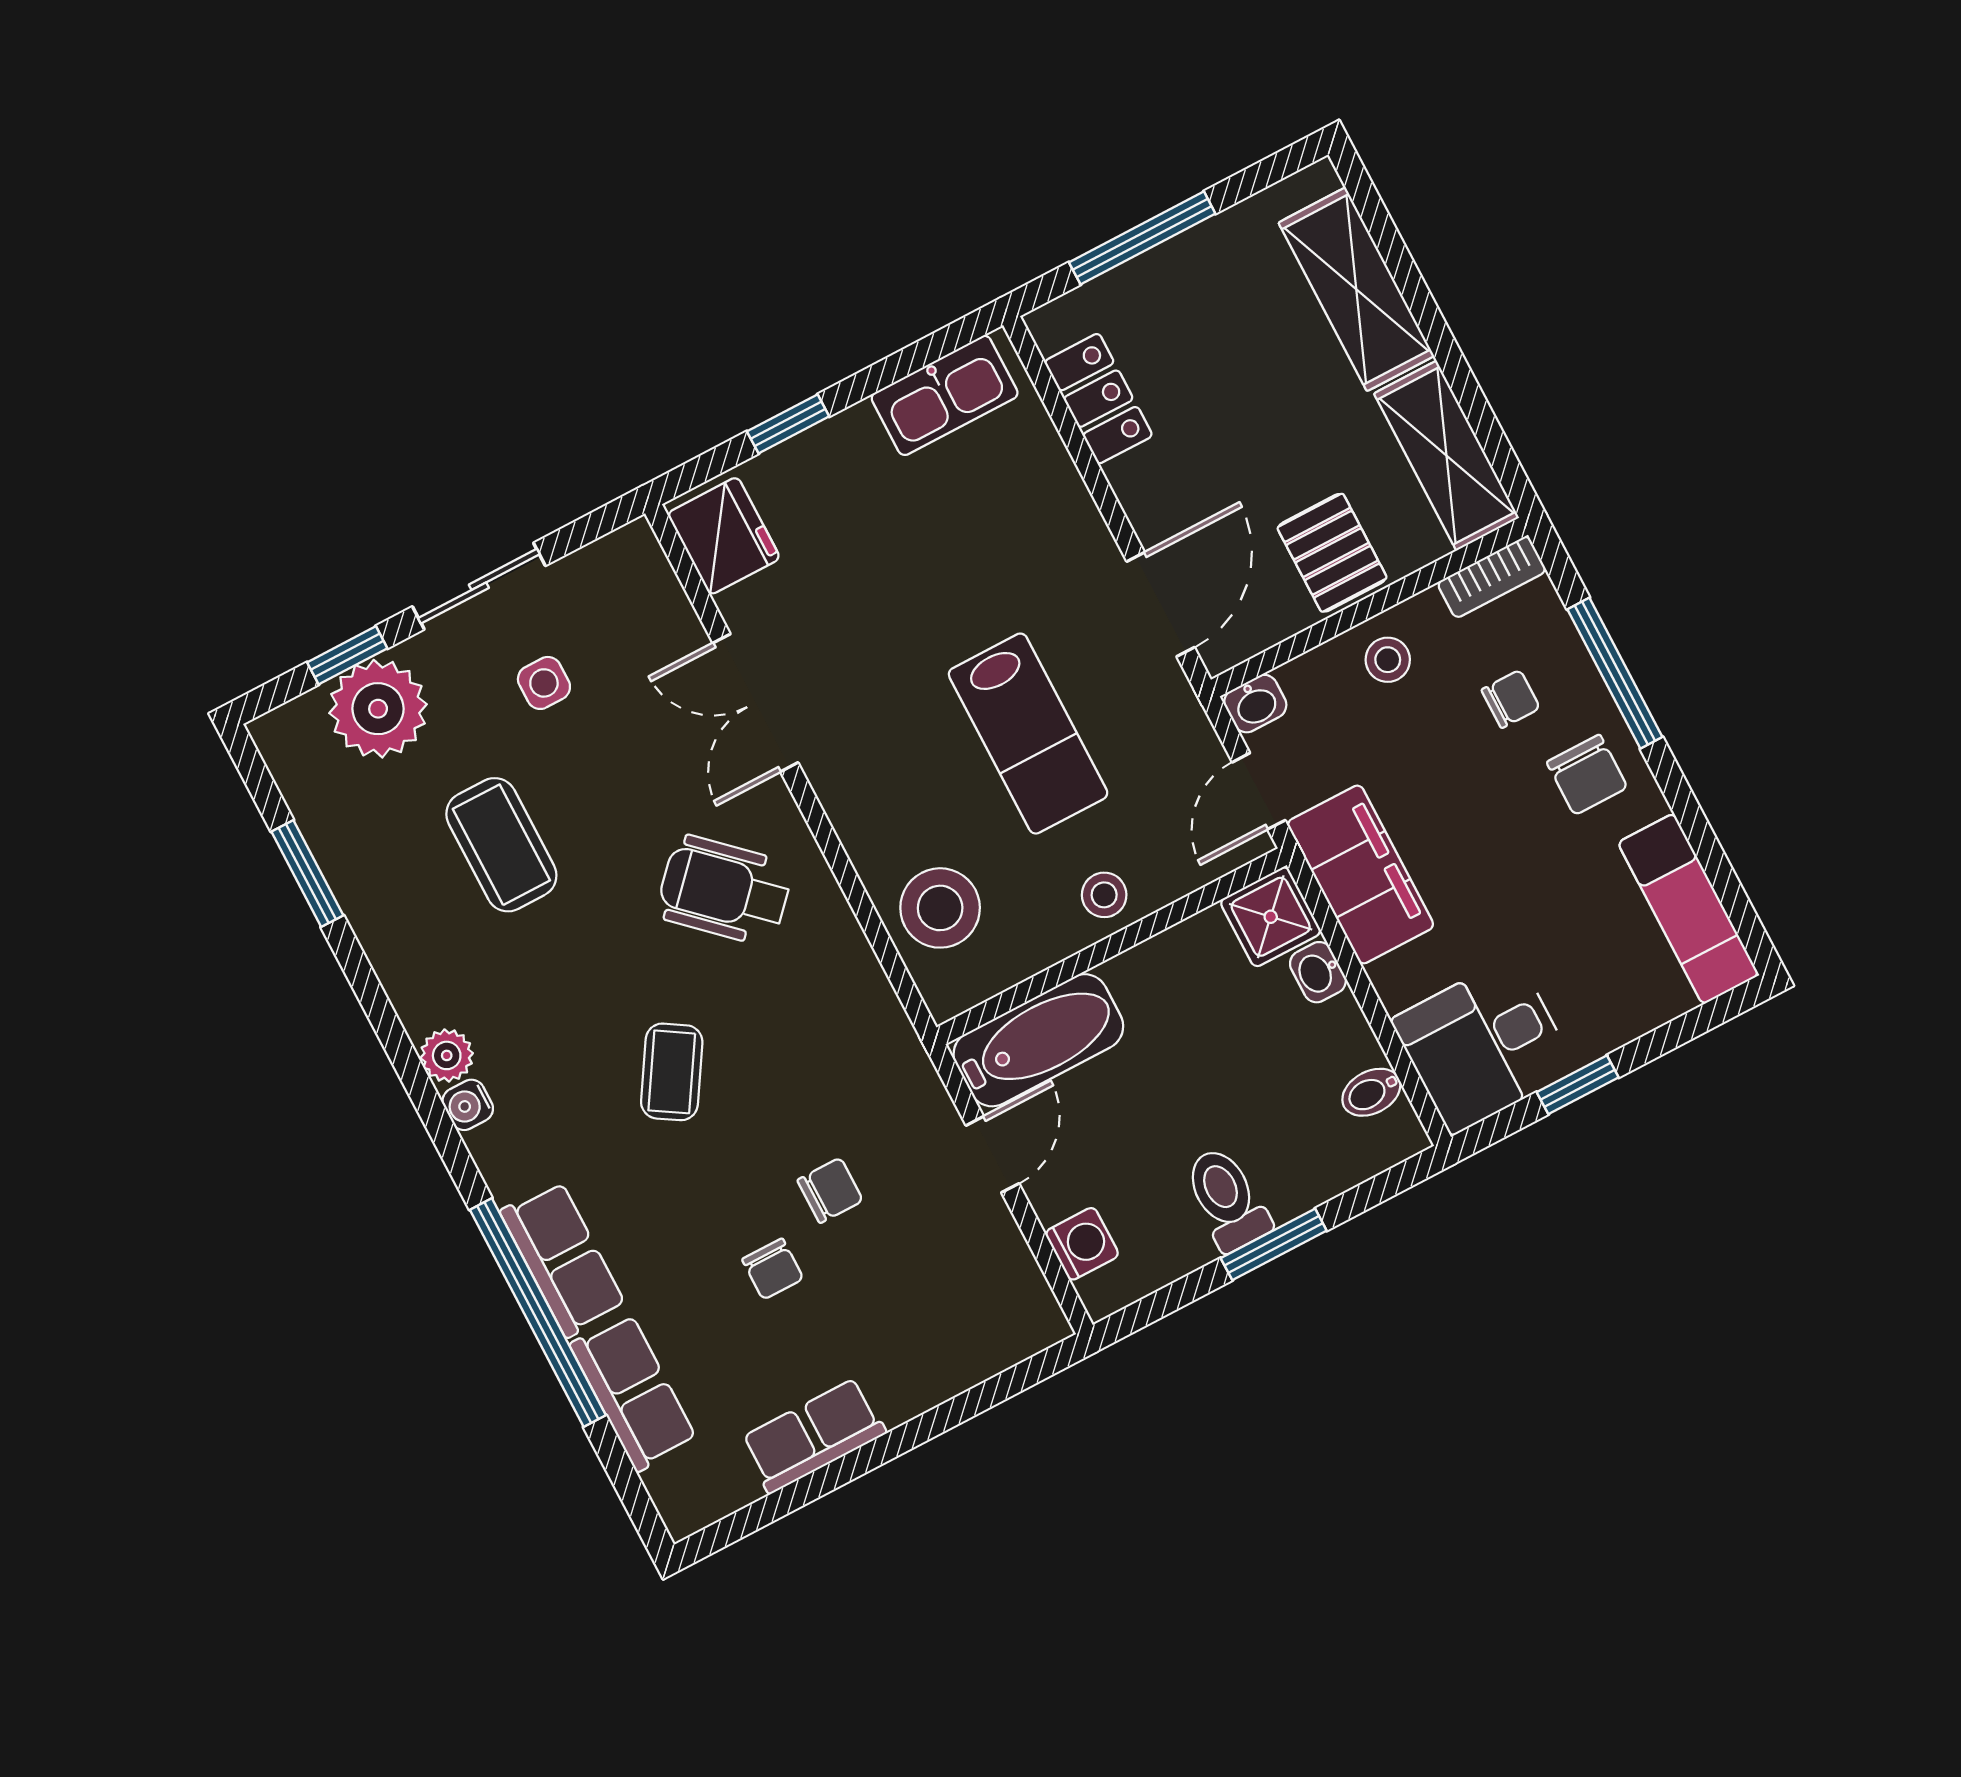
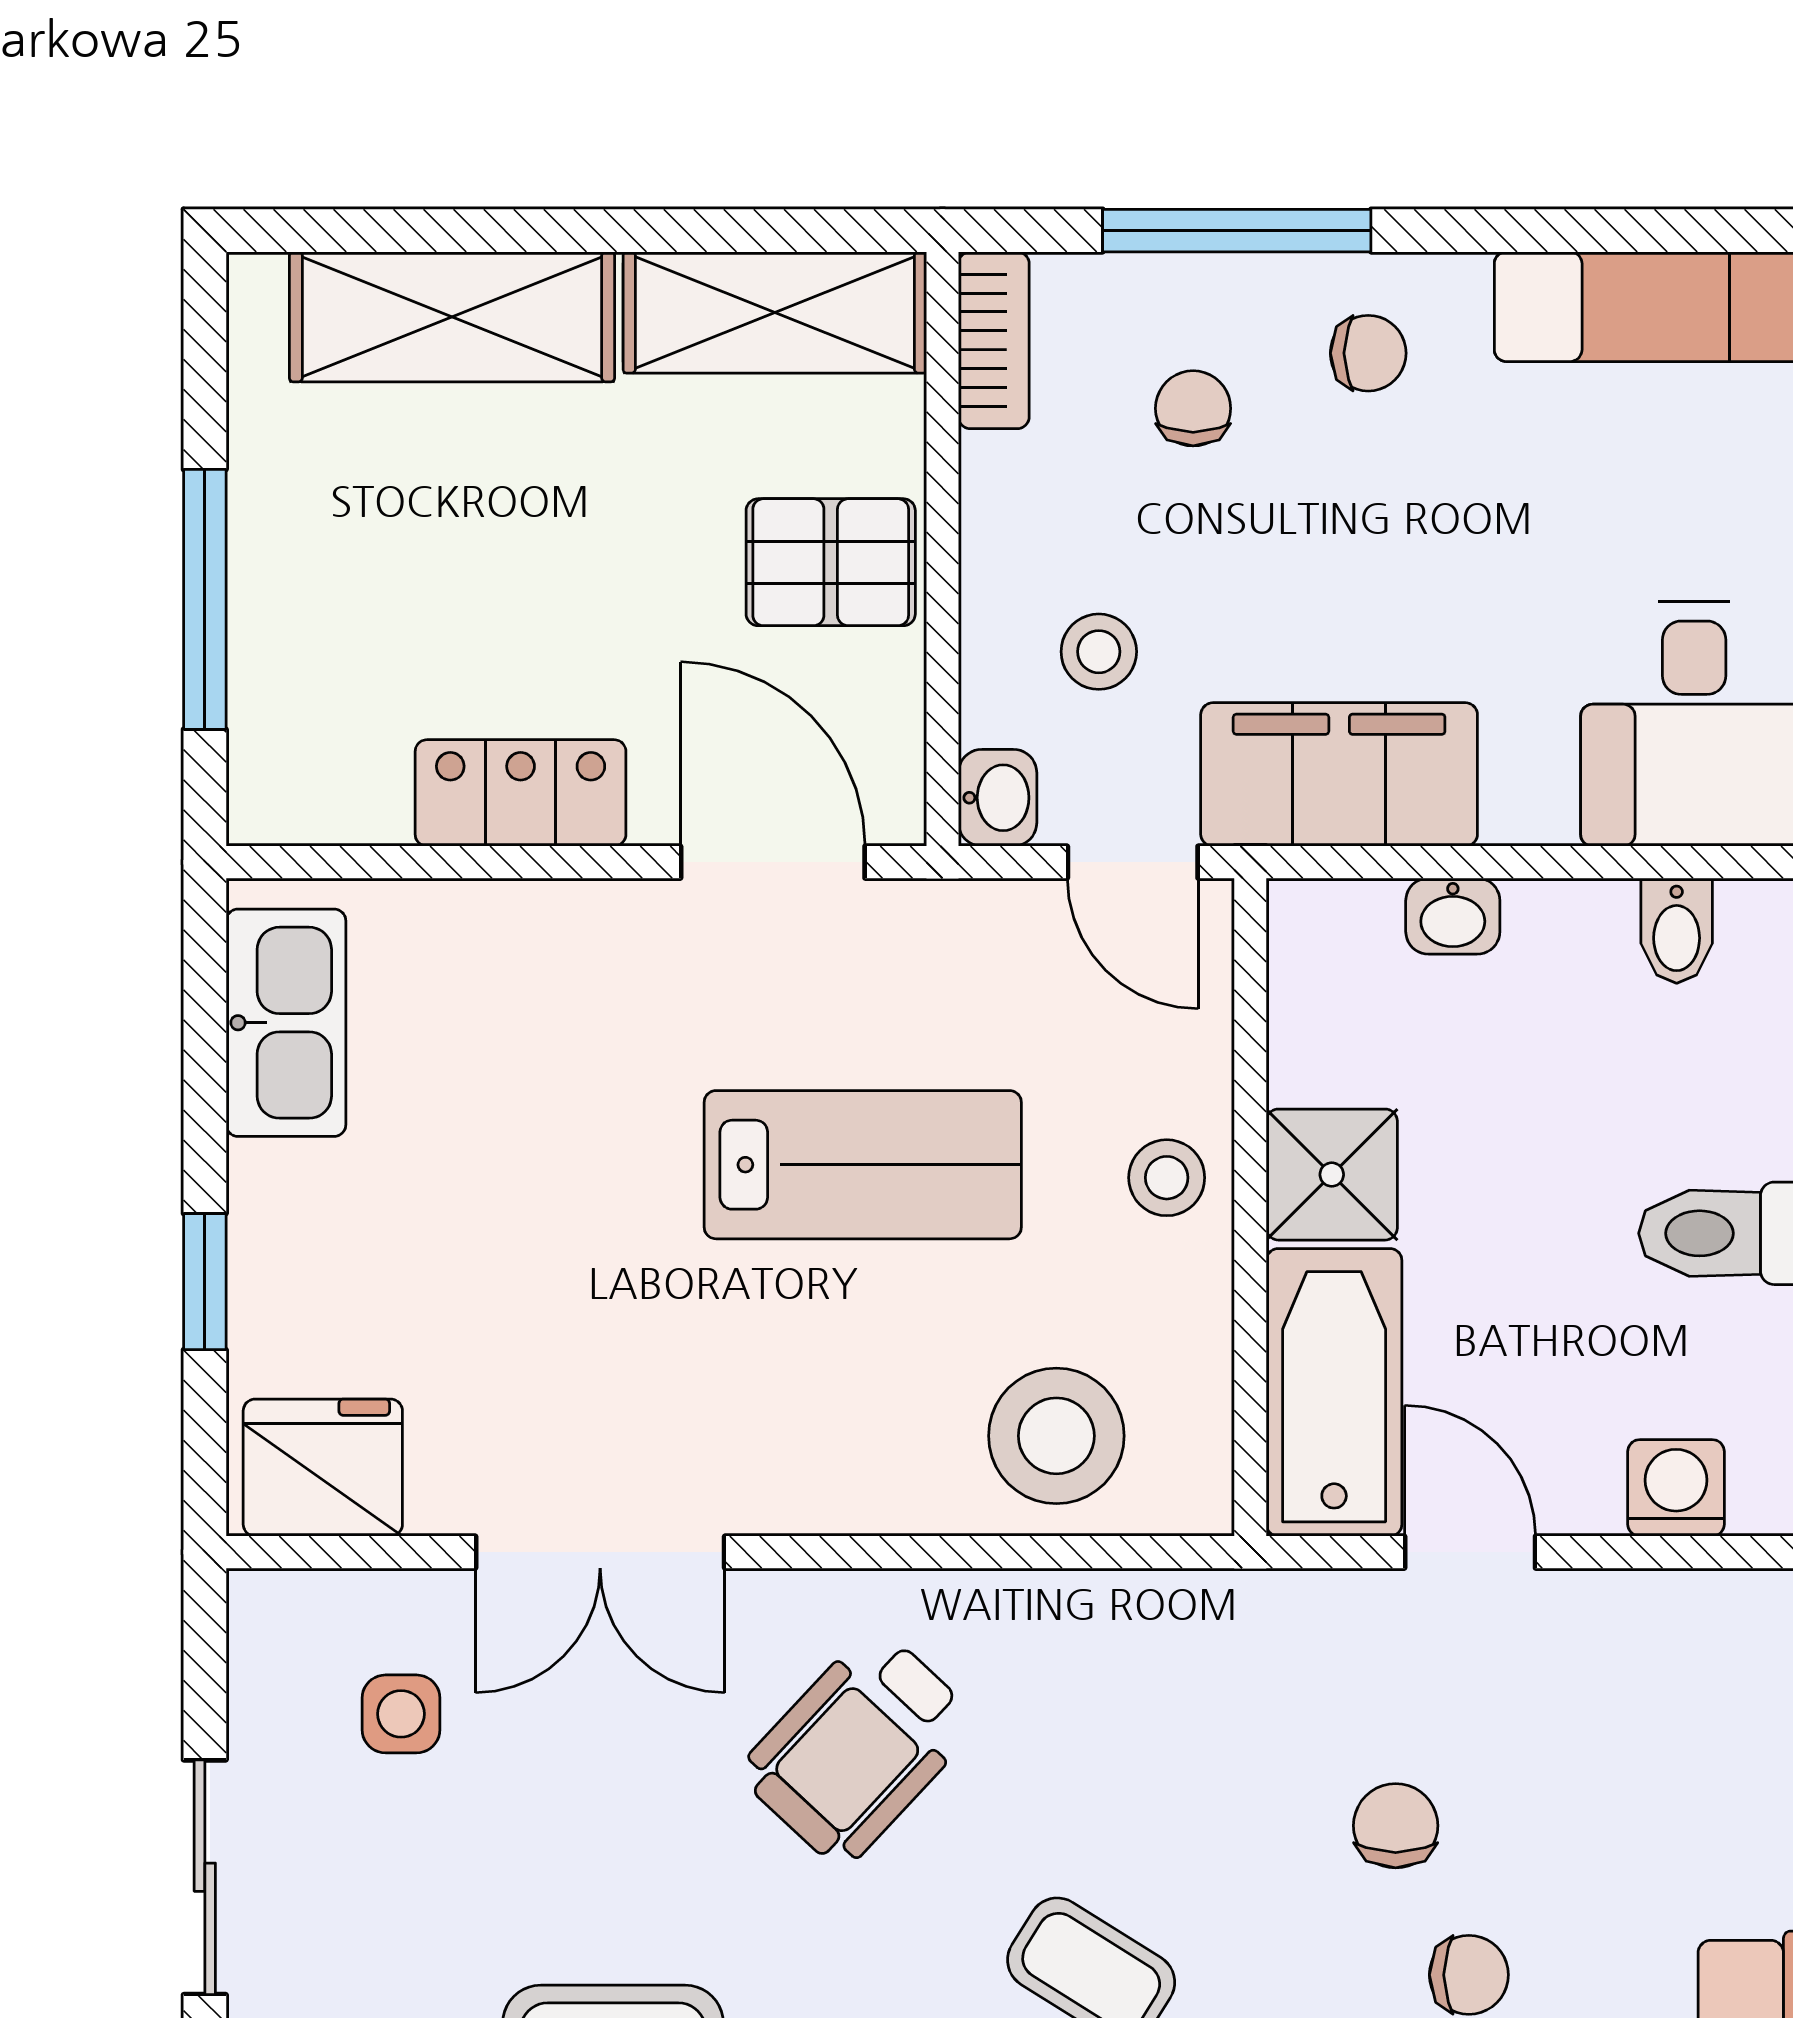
locker: (1098, 399) -> (521, 793), moved
stool: (1388, 660) -> (1099, 652), moved
side table: (544, 683) -> (401, 1714), moved
chair: (1587, 775) -> (1368, 353), width x0.73, depth x0.73
shower: (1271, 917) -> (1332, 1175), moved

